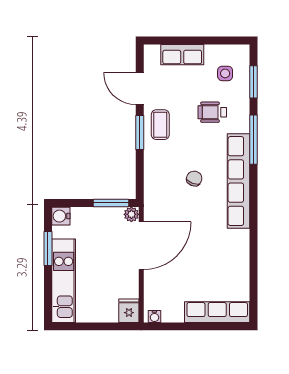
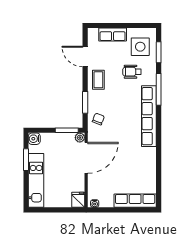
side table: (225, 73) -> (140, 47), width x1.87, depth x1.87
window: (140, 133) -> (85, 102), moved
chair: (194, 179) -> (98, 119), moved

